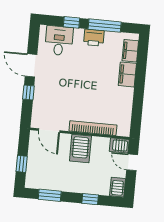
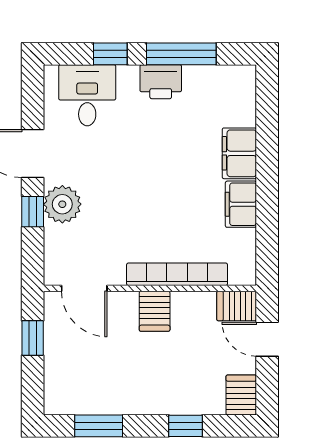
filing cabinet: (130, 51) -> (241, 204), moved
plant: (43, 90) -> (62, 204), added
server rack: (80, 148) -> (155, 311), width x0.73, depth x0.70
window: (22, 164) -> (33, 338), moved

